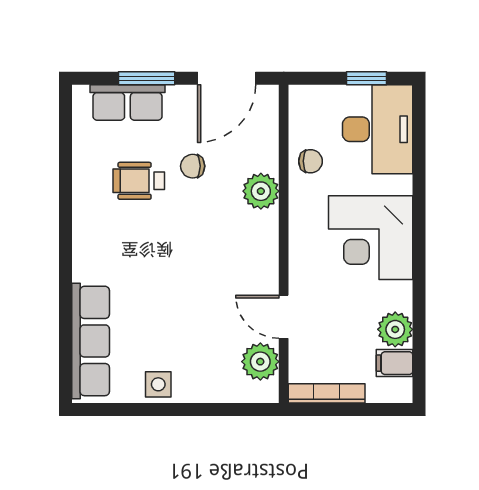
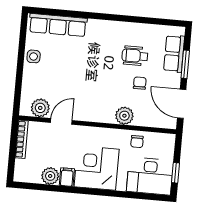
wheelchair: (139, 181) -> (135, 56), turned -90
filing cabinet: (394, 363) -> (67, 177), moved

